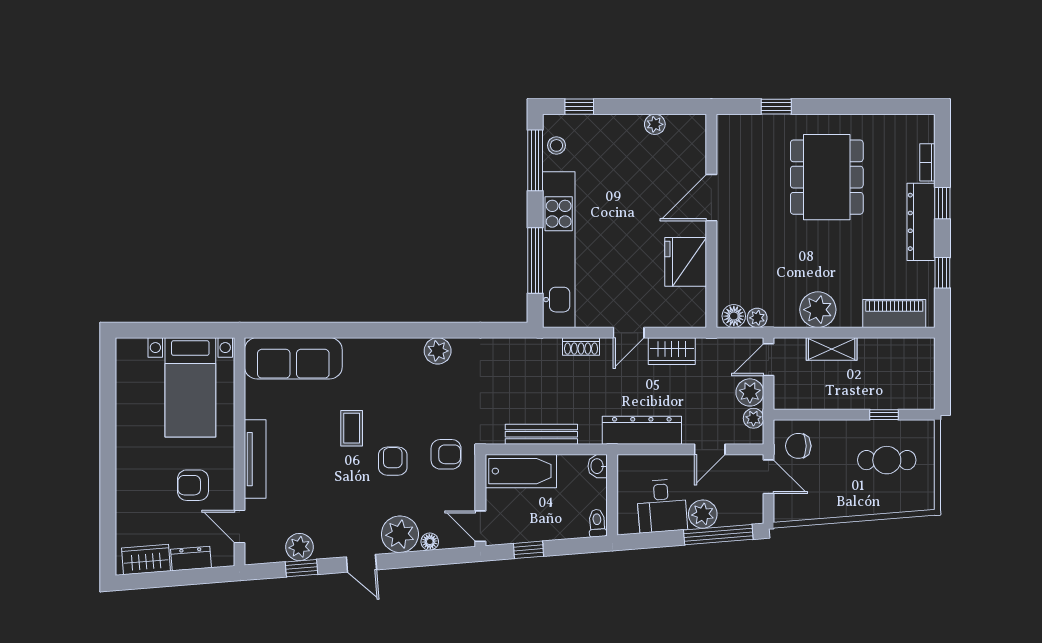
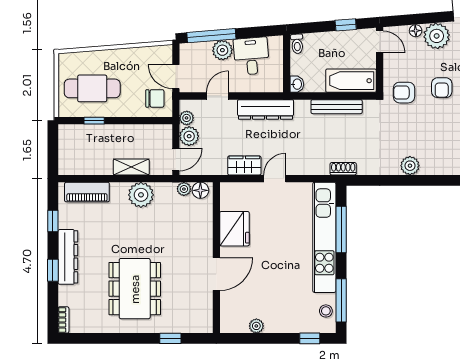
bookcase: (927, 162) -> (63, 320), moved
shoe rack: (581, 346) -> (343, 169), moved
cafe table: (887, 460) -> (92, 88), width x1.37, depth x1.35

